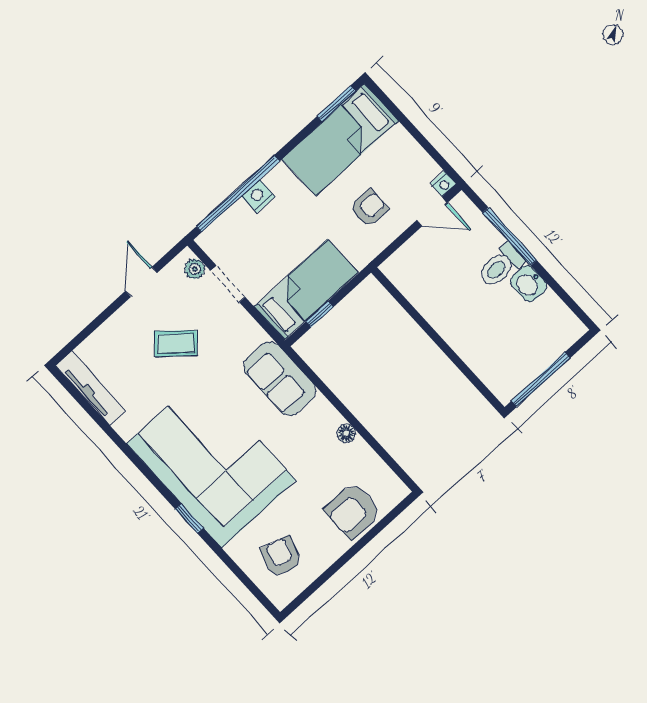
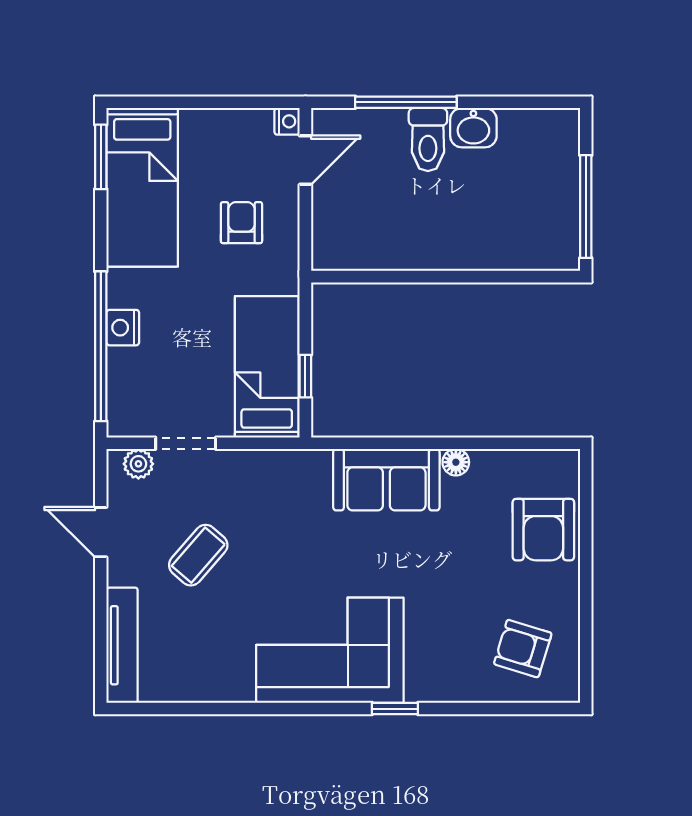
sofa: (280, 379) -> (386, 480), moved
tv unit: (91, 388) -> (122, 645), moved, turned 90
corner sofa: (211, 462) -> (330, 650), width x0.73, depth x0.74

